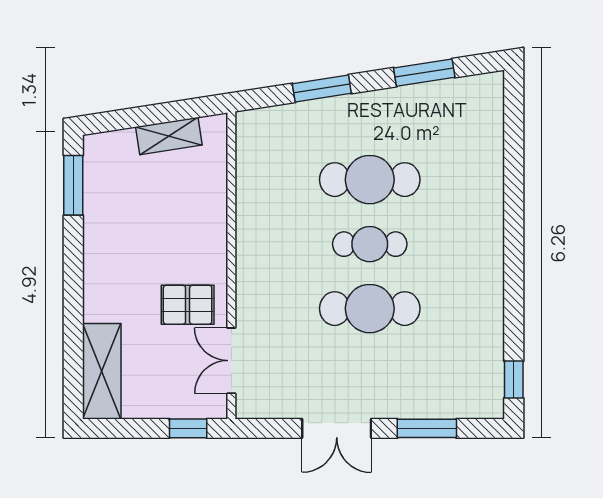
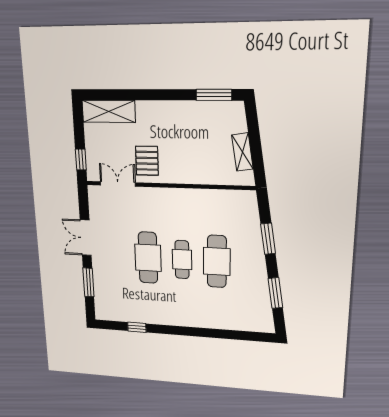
window: (514, 379) -> (137, 327), moved

